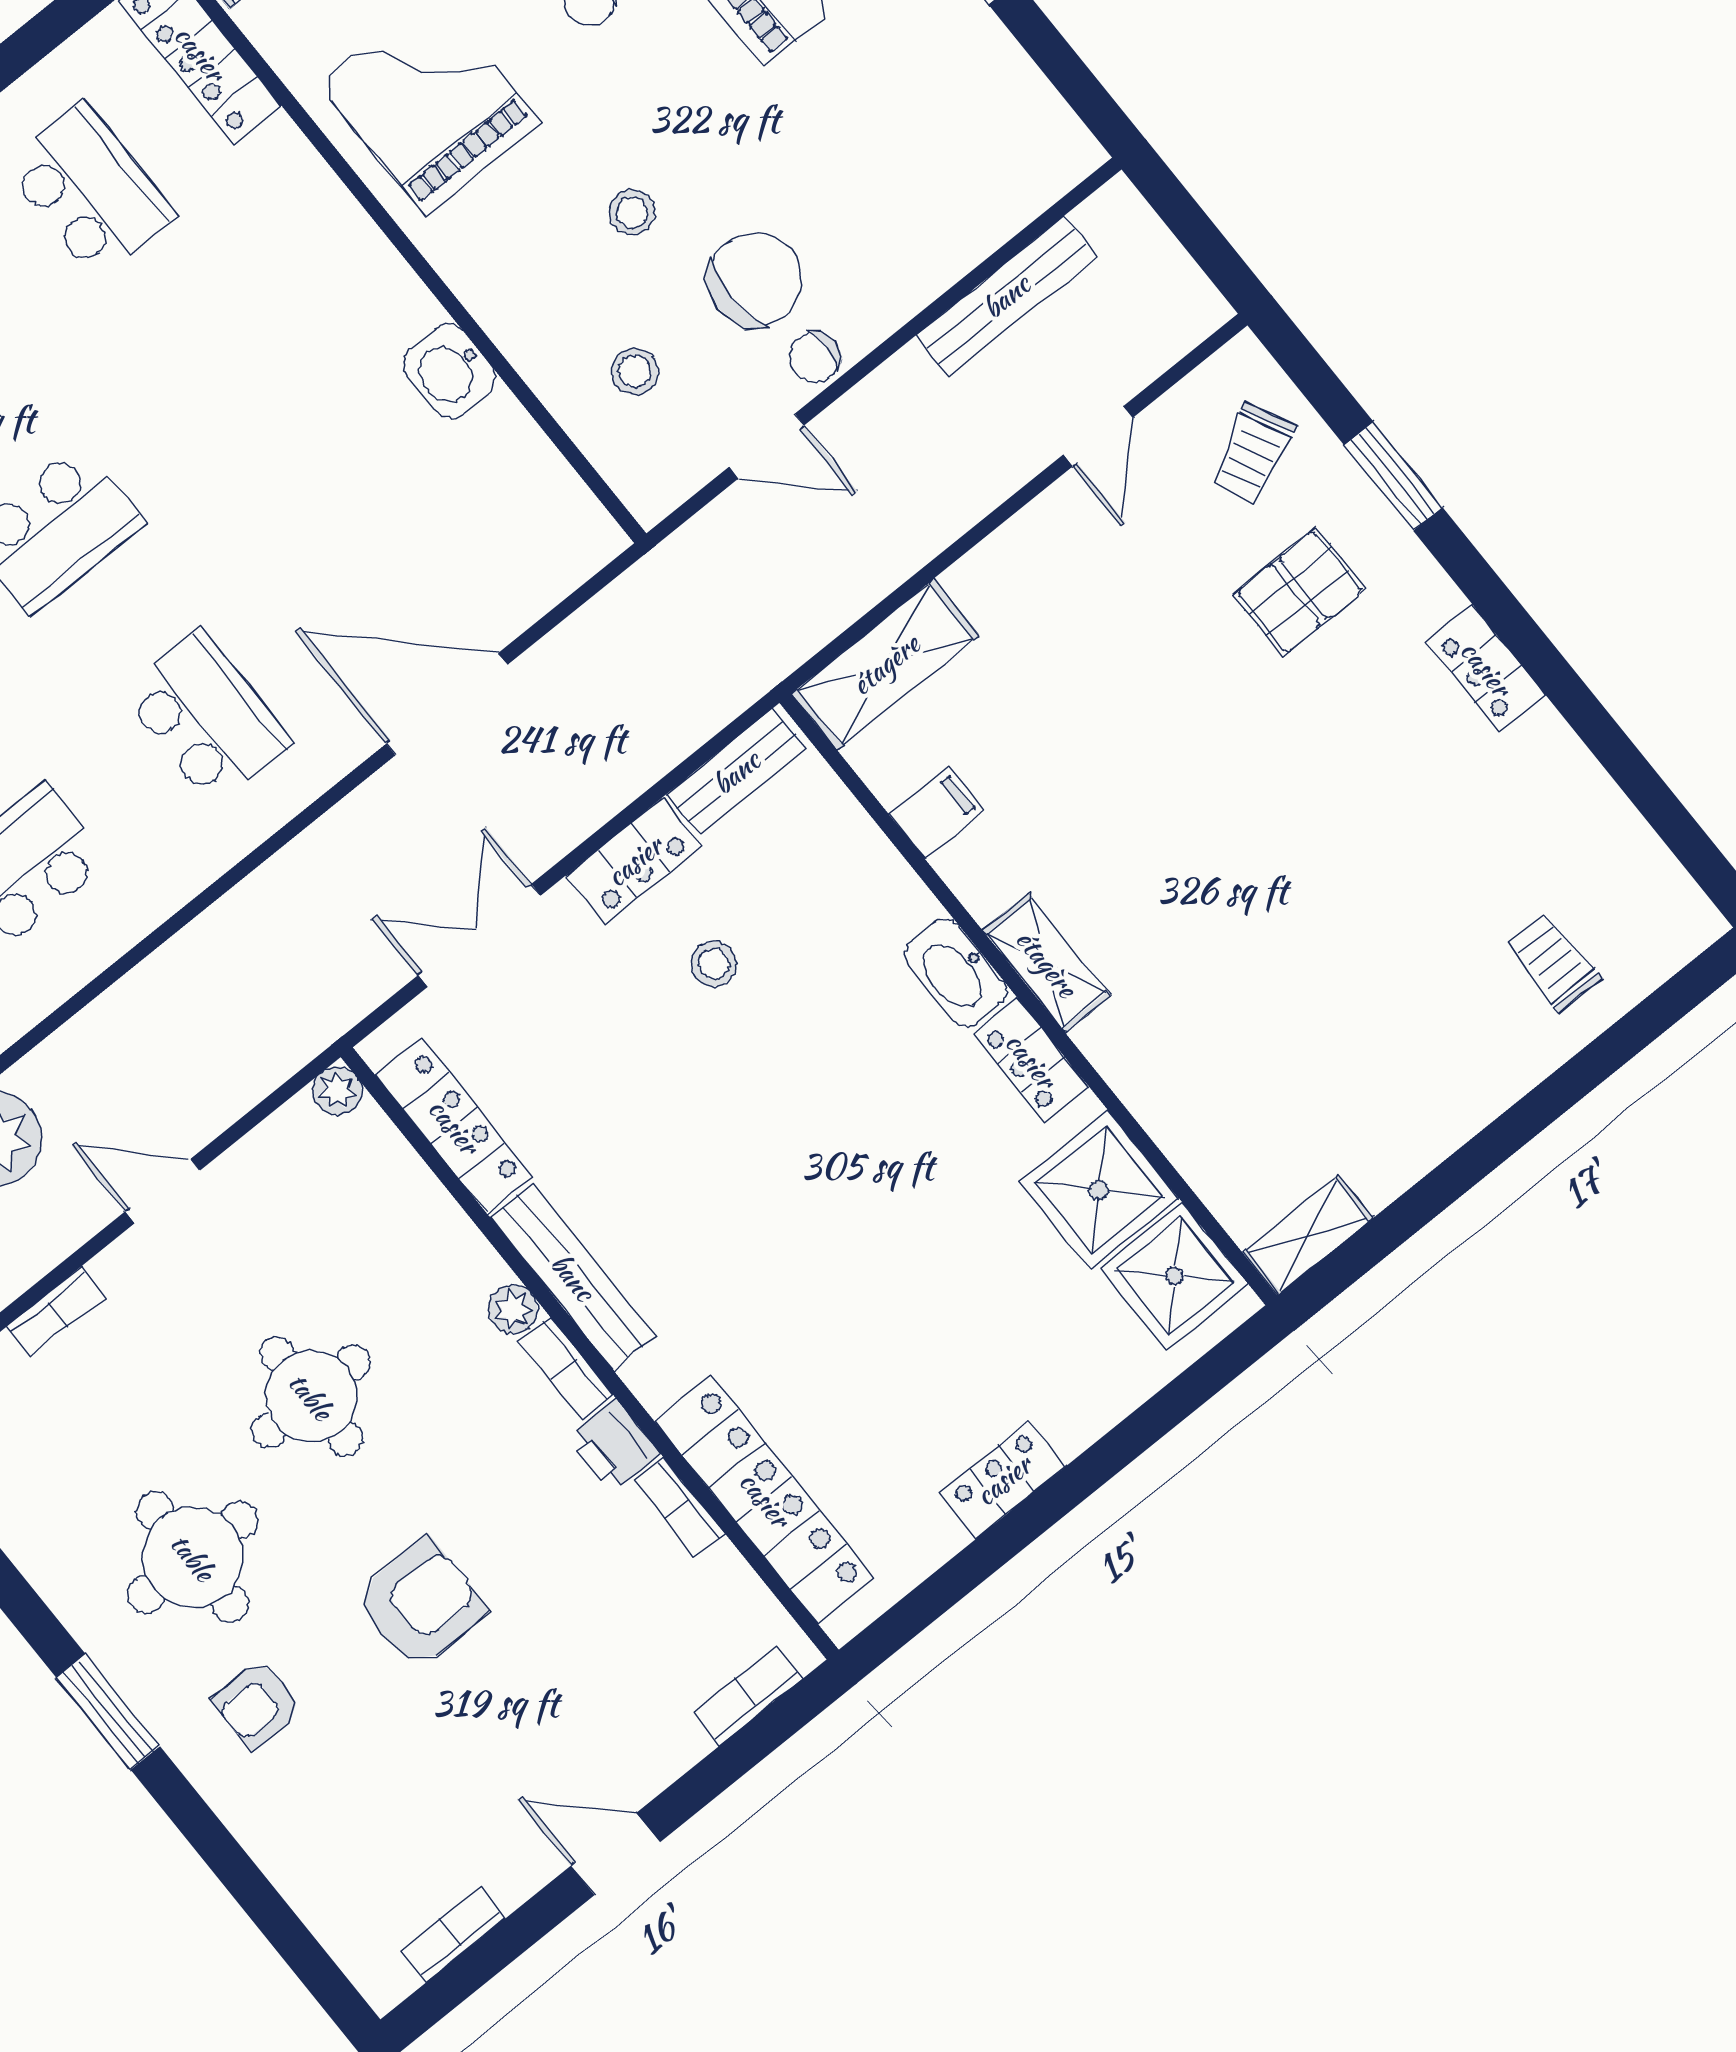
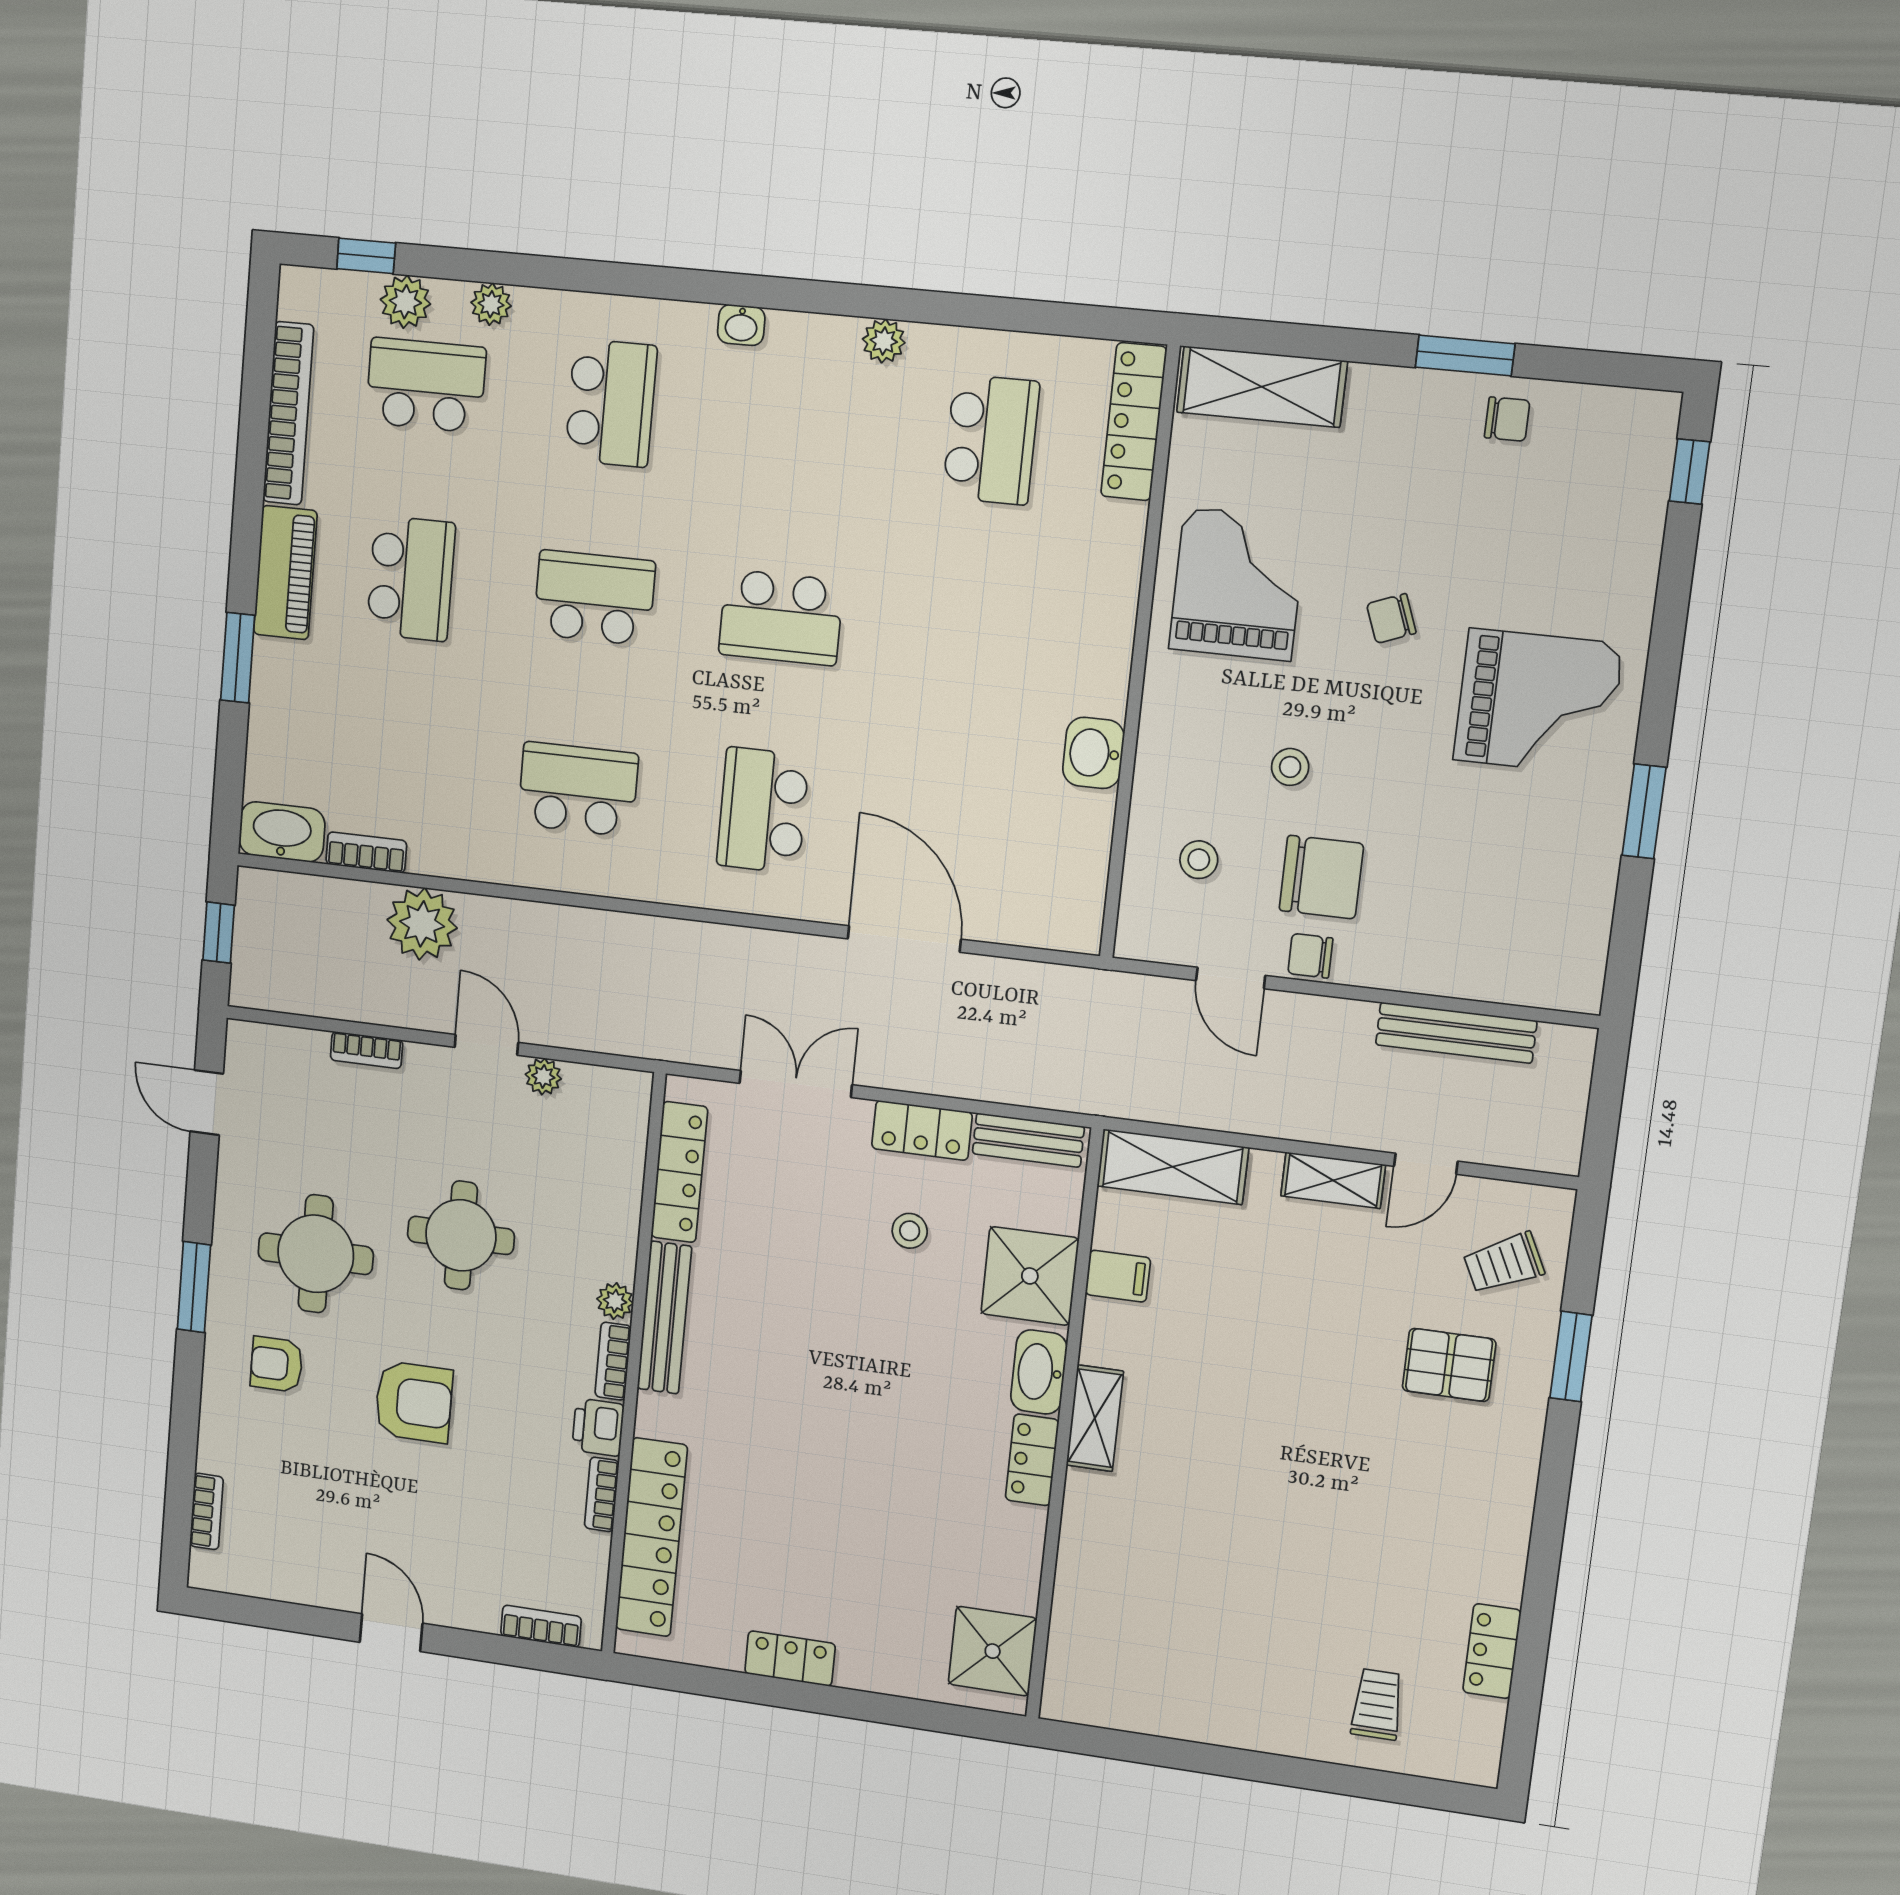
locker: (1486, 668) -> (1492, 1651), moved
school desk: (207, 718) -> (763, 810), turned 180
plant: (337, 1091) -> (543, 1077), moved
shower: (1099, 1190) -> (1030, 1276), moved
shelving: (1308, 1235) -> (1333, 1180), moved
bookcase: (453, 1935) -> (206, 1511), moved, turned 90

